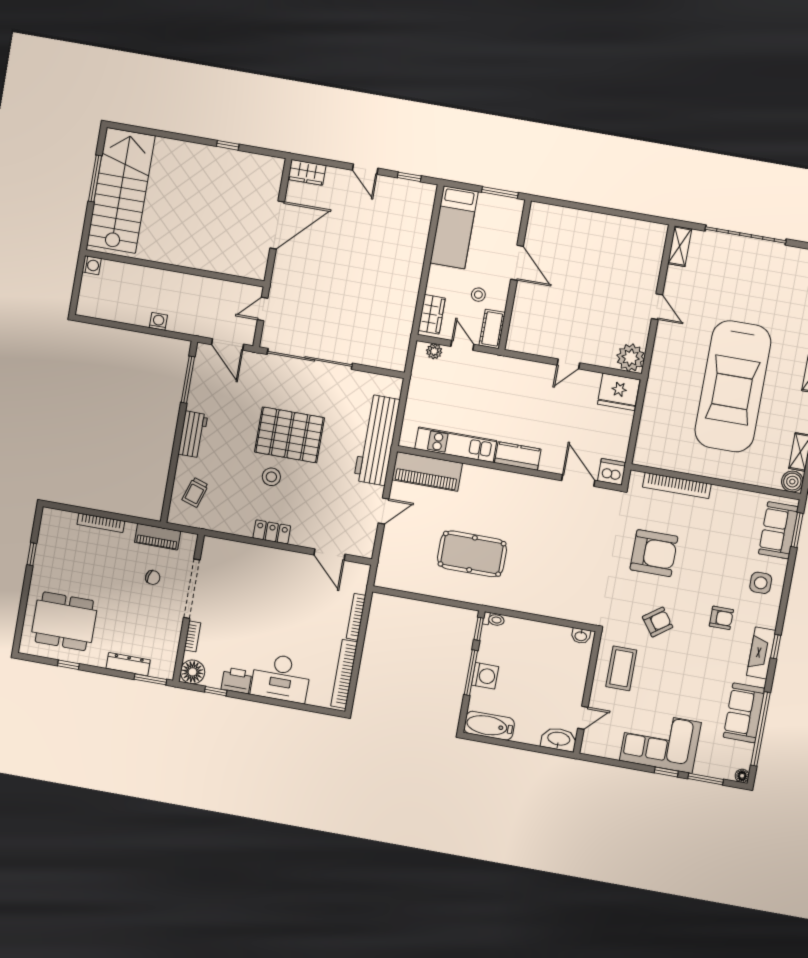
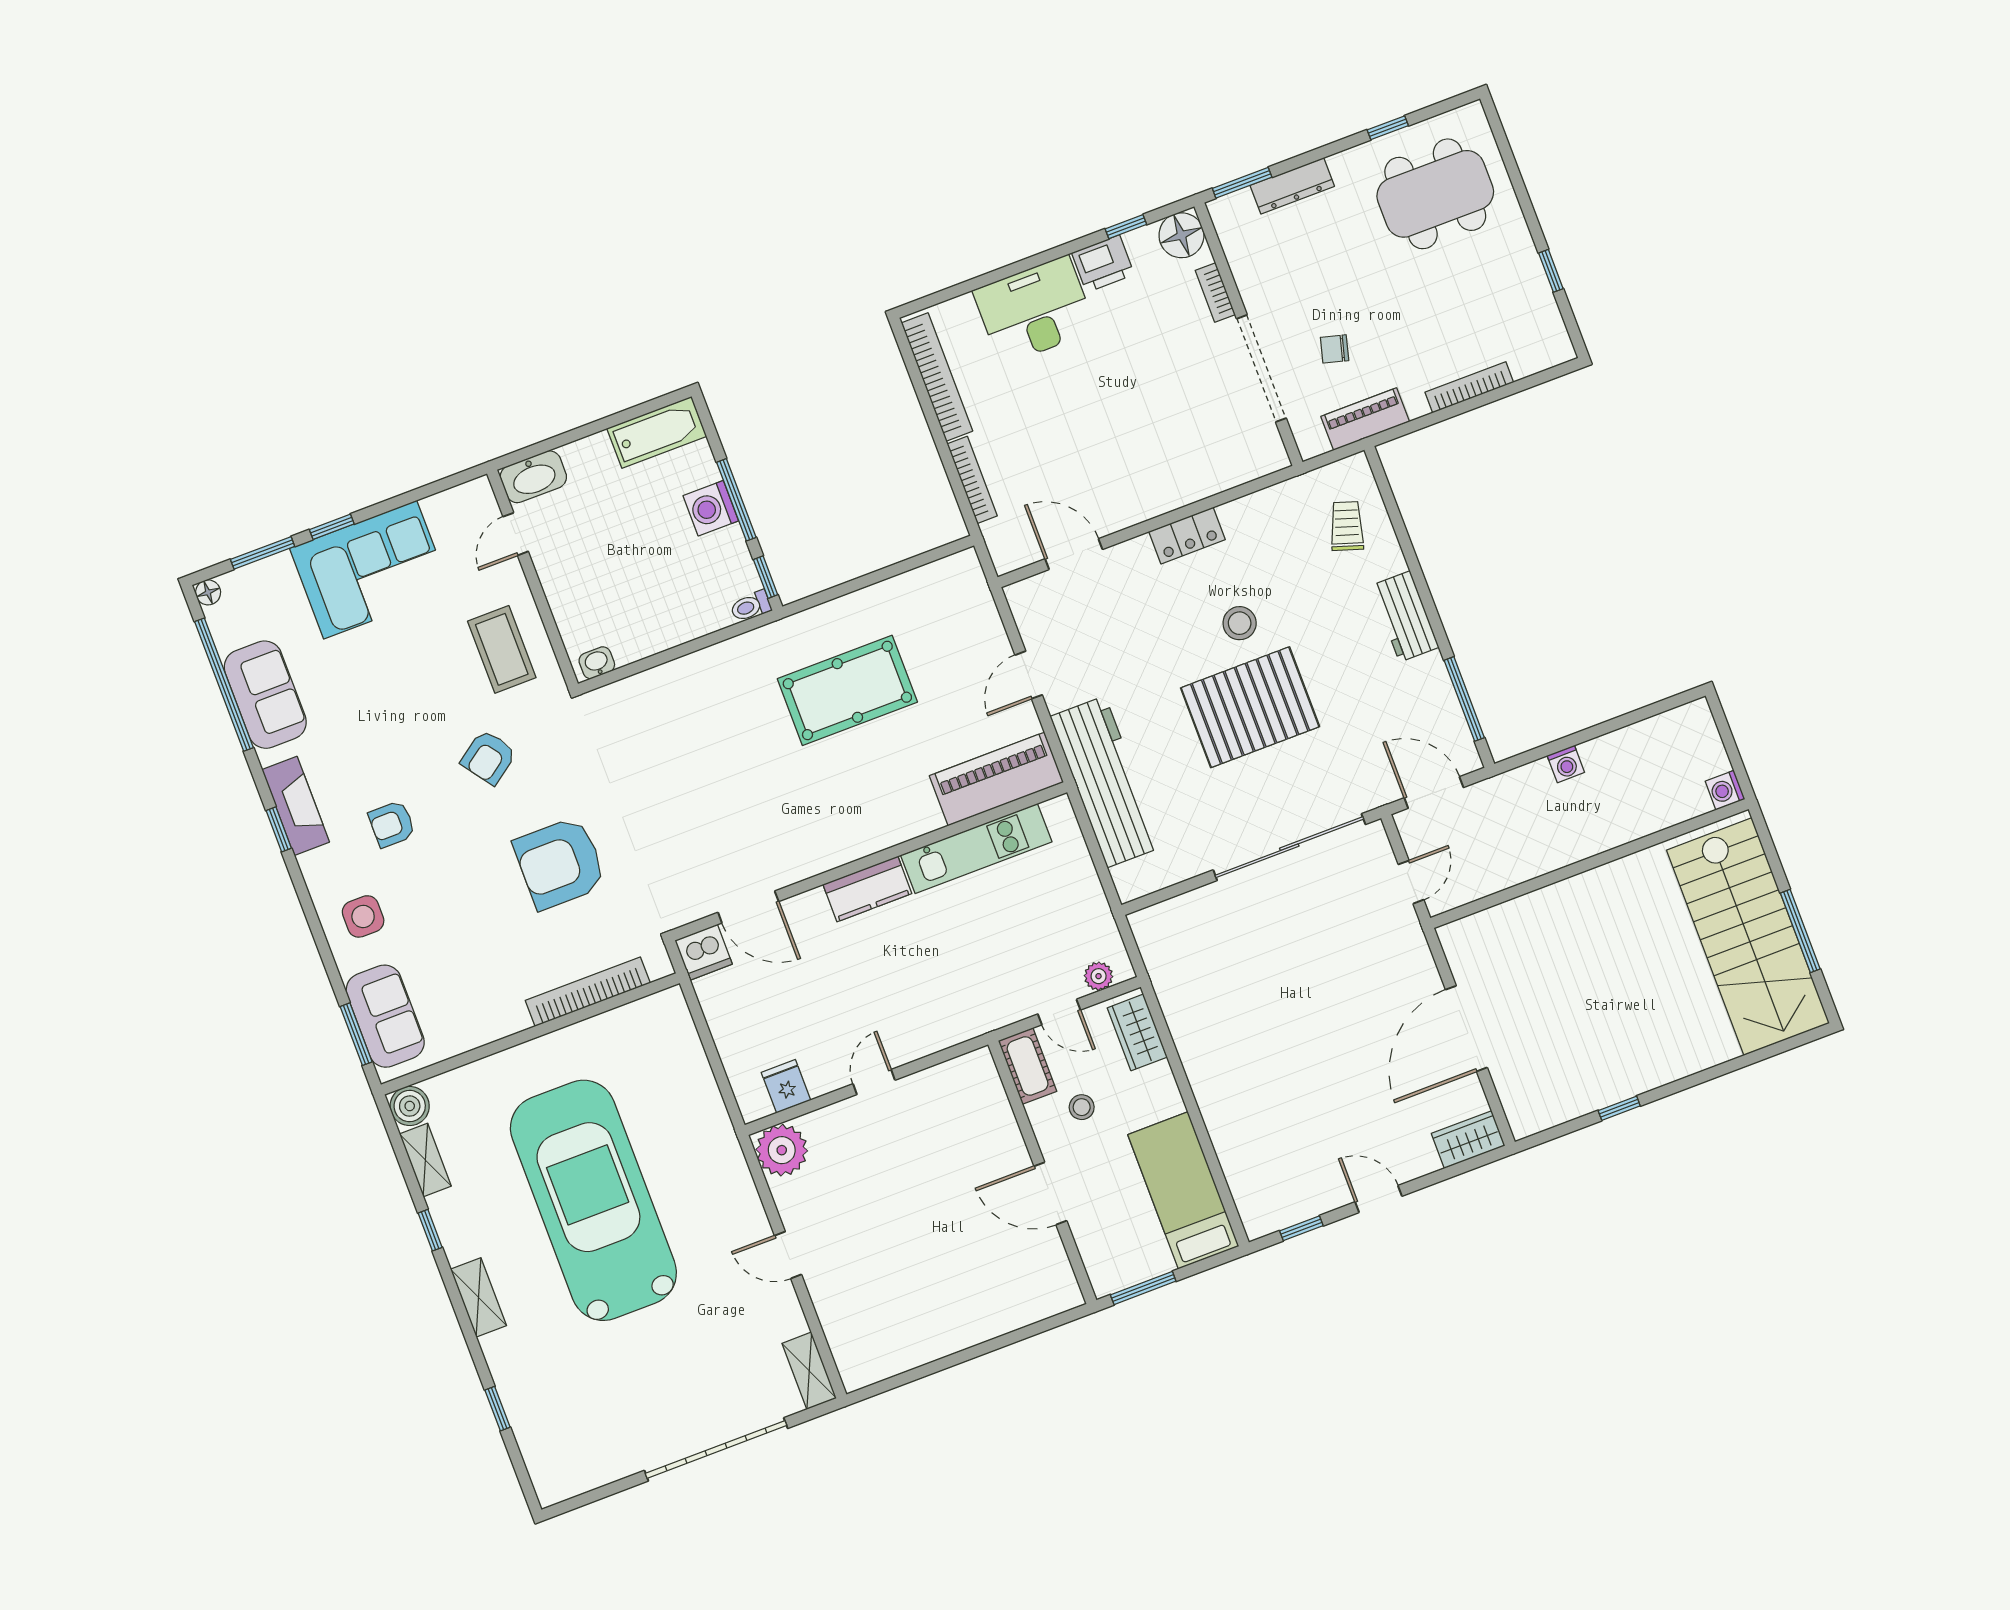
fridge: (619, 392) -> (786, 1086), width x0.53, depth x0.75

